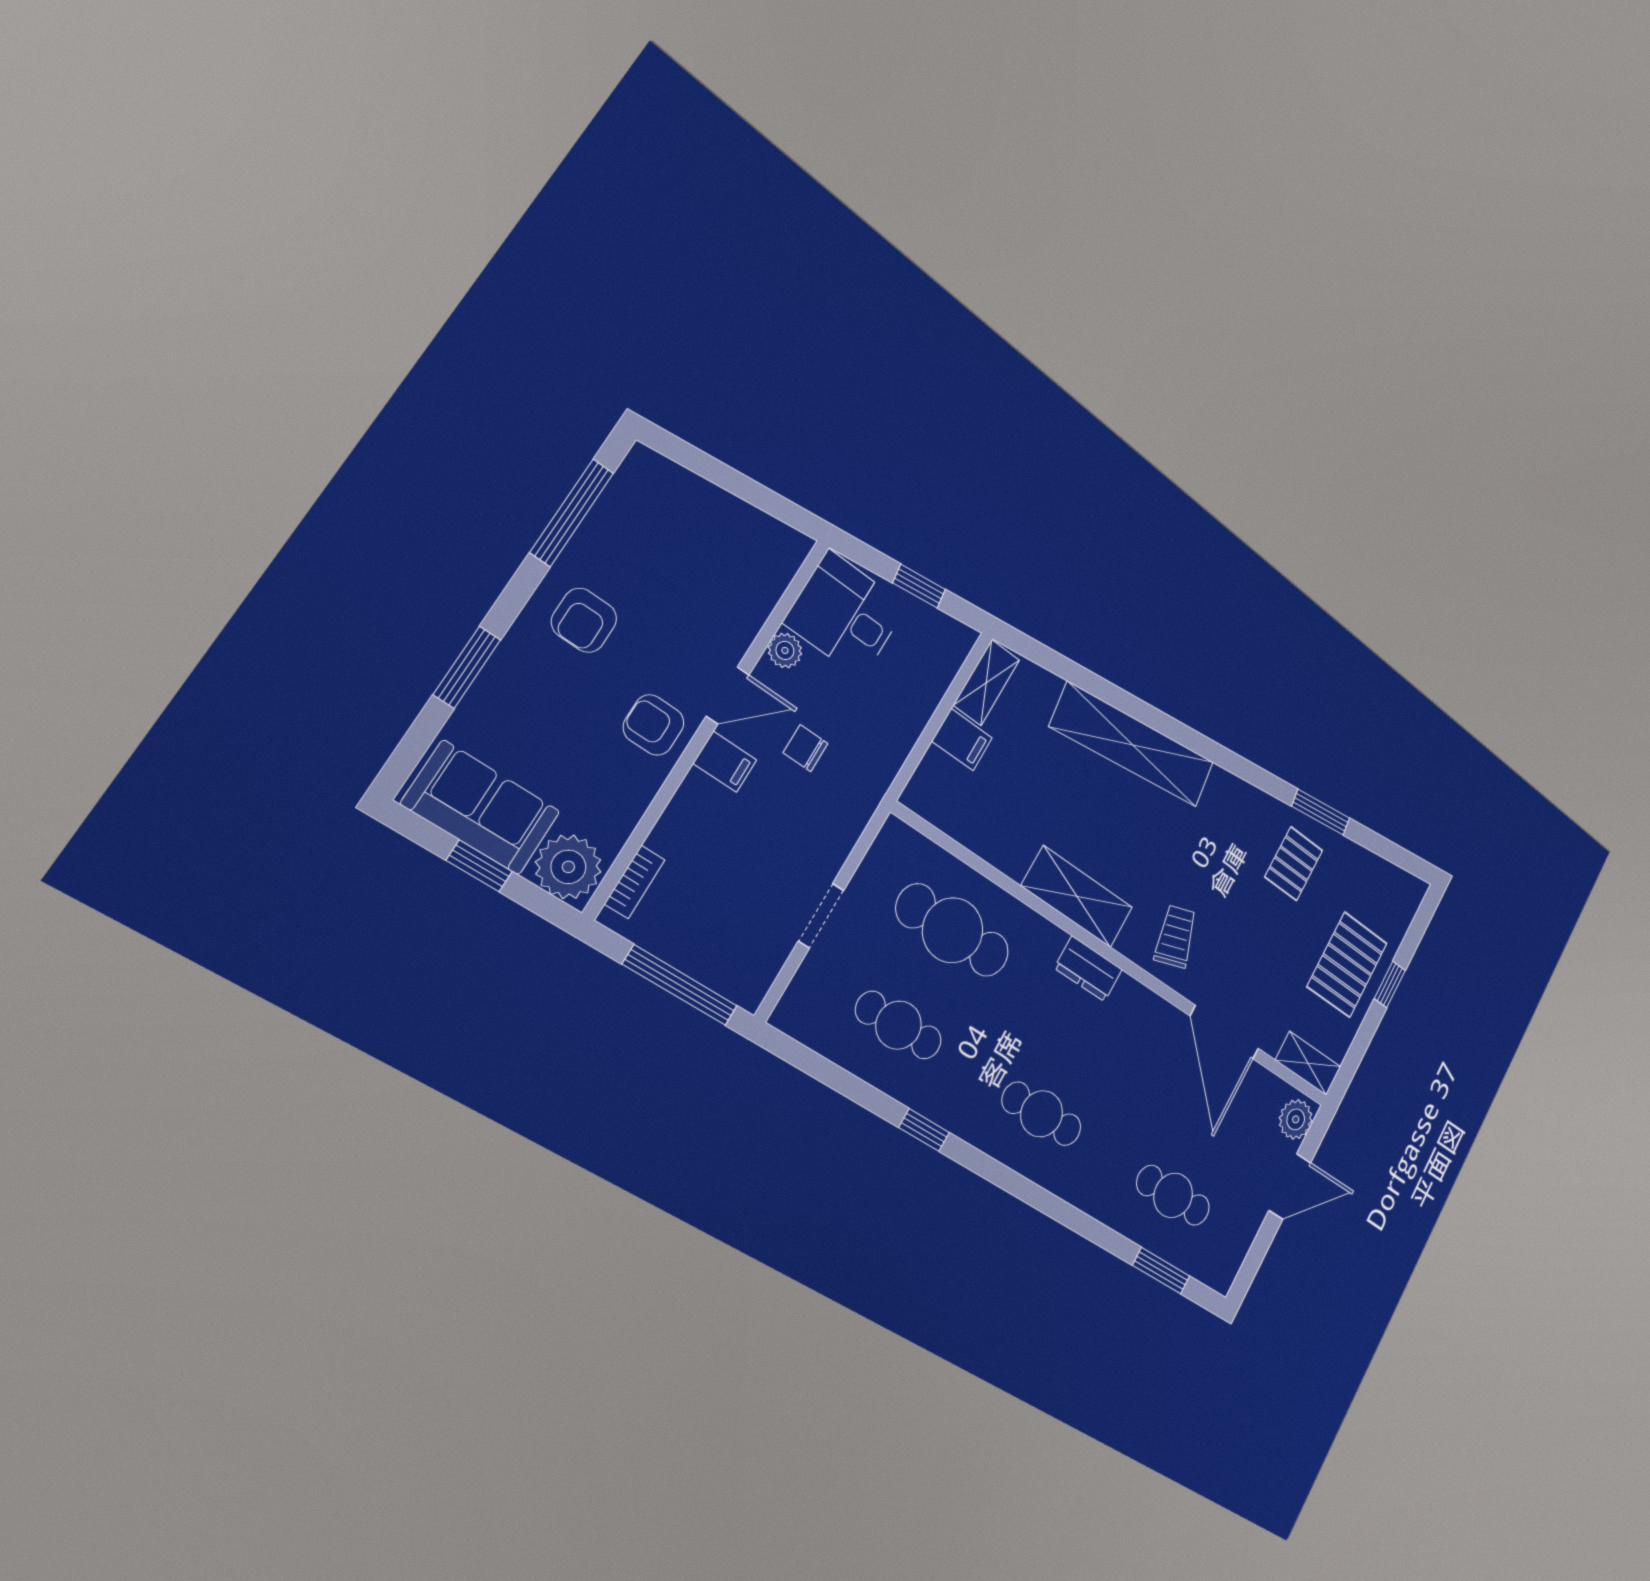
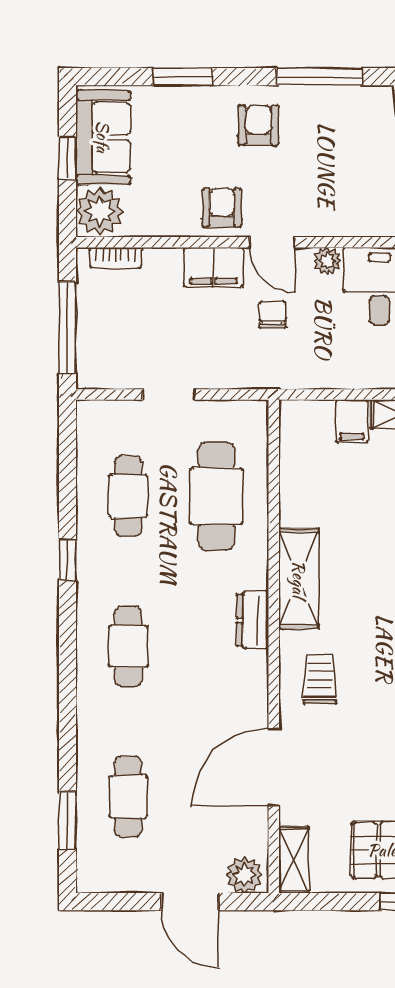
armchair: (584, 620) -> (258, 125), turned 90
filing cabinet: (725, 762) -> (214, 267), width x2.00
trolley: (1176, 936) -> (320, 679), turned -73

